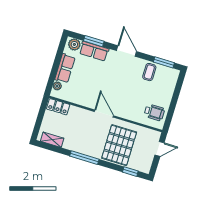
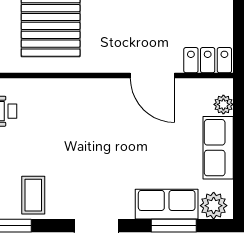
door: (104, 114) -> (152, 75), moved

